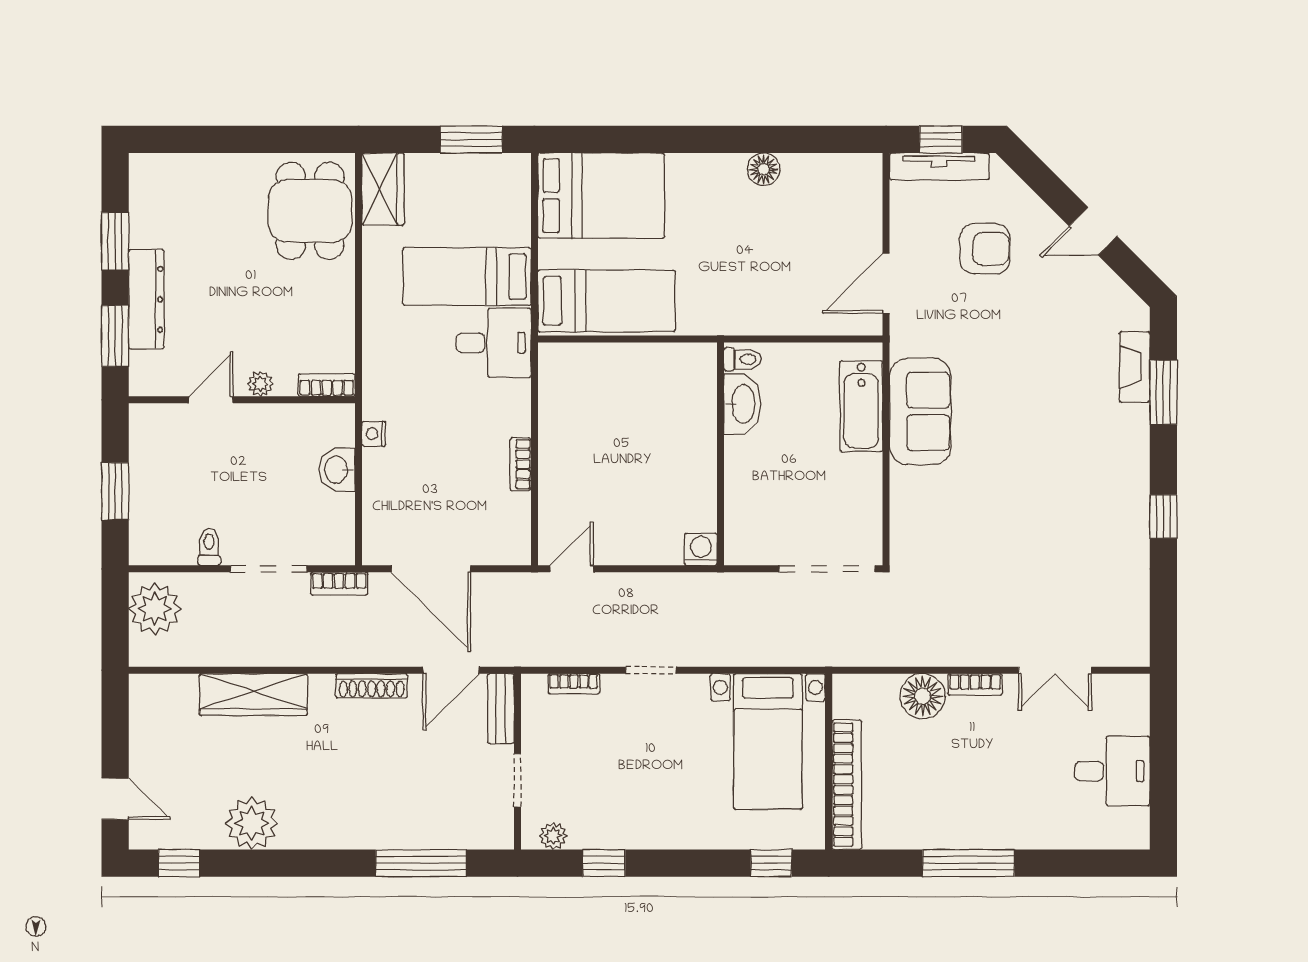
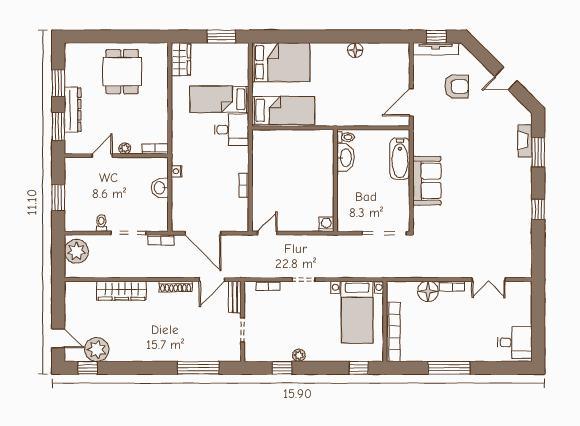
dining table: (310, 211) -> (122, 72), moved
sofa: (920, 411) -> (427, 181), moved
desk: (1112, 771) -> (515, 343), moved
plant: (252, 823) -> (97, 350), moved
plant: (553, 836) -> (299, 355), moved

